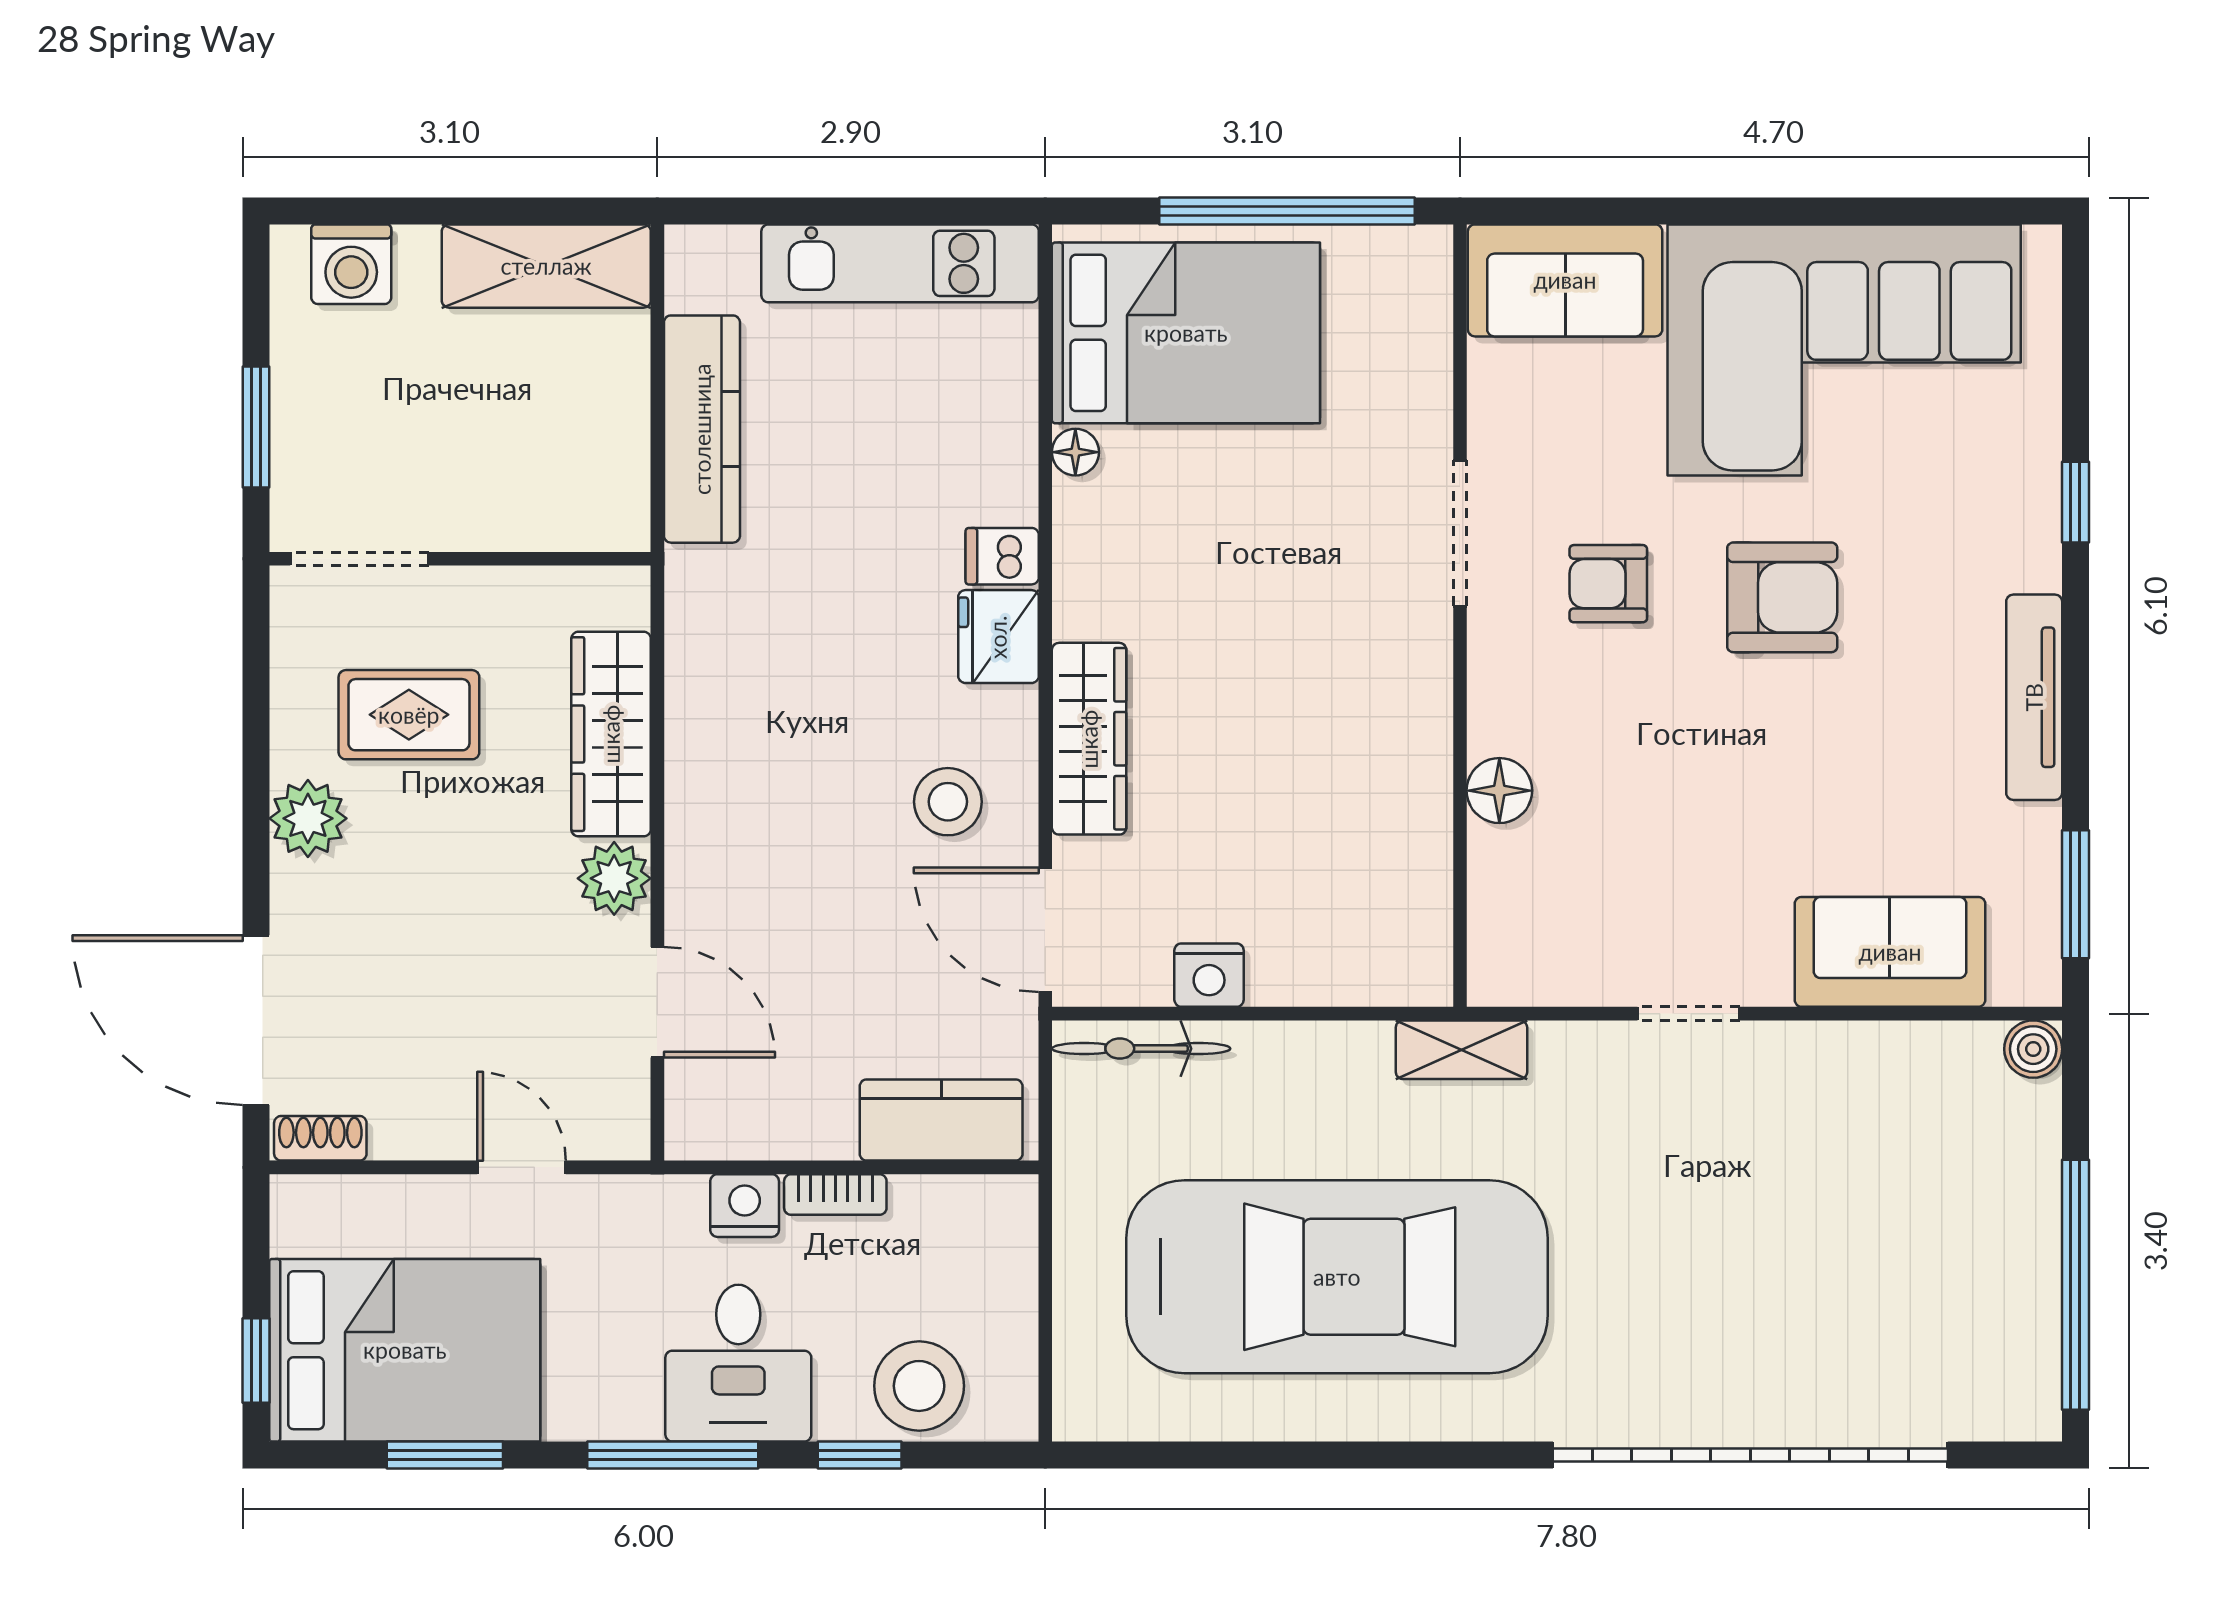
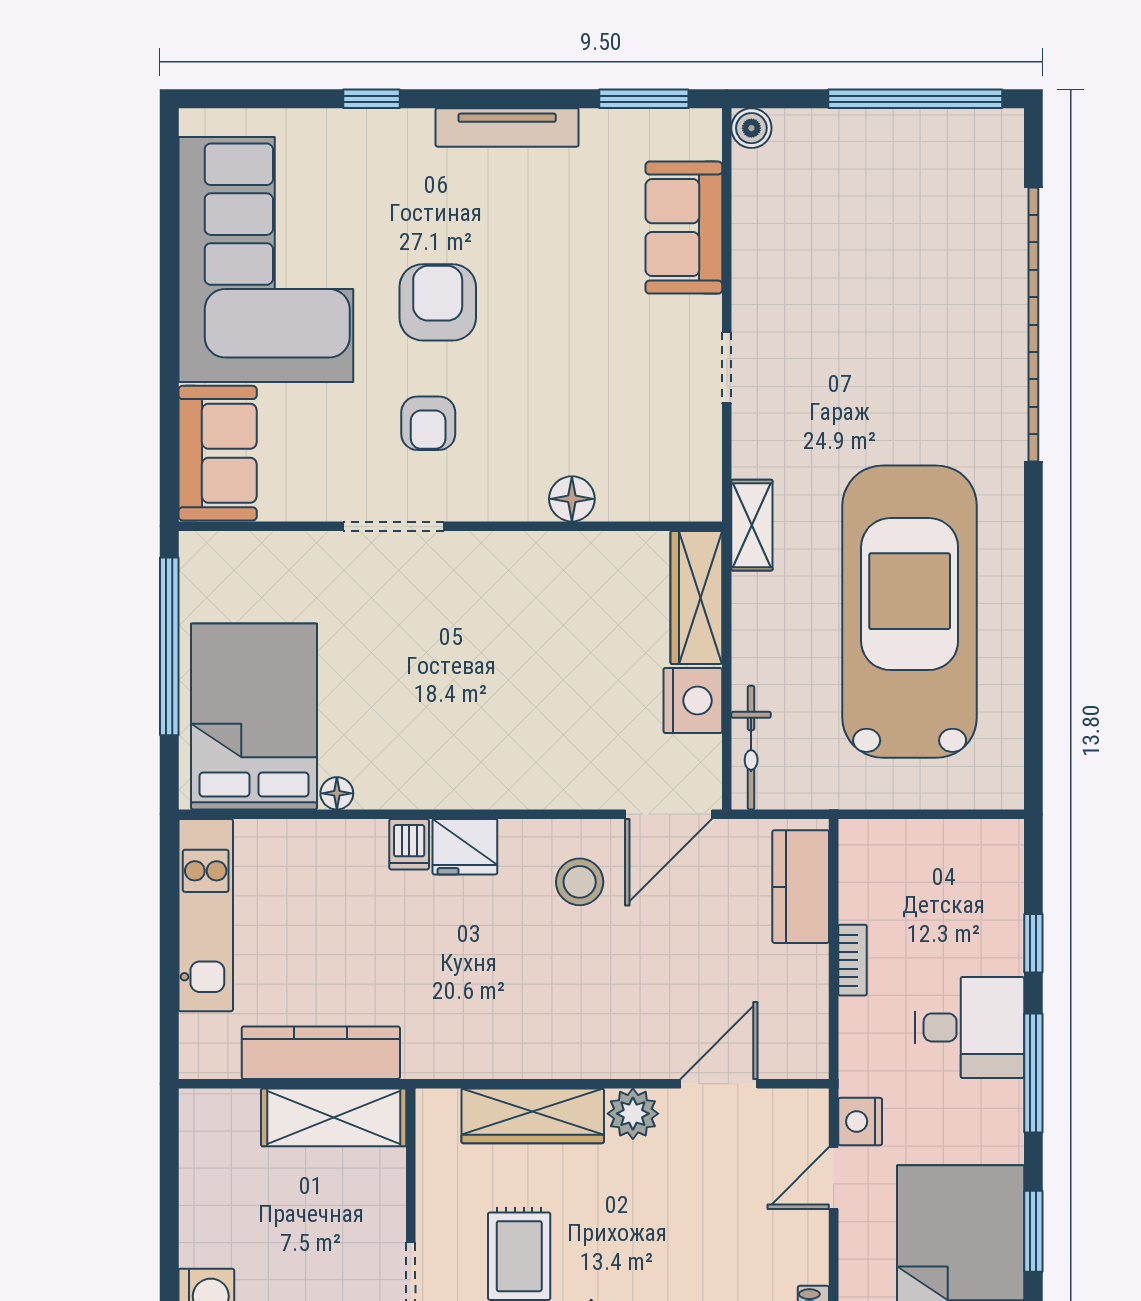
shelving: (546, 266) -> (334, 1117), moved, turned 90
wardrobe: (1089, 739) -> (696, 597), moved, turned -90
nightstand: (1209, 975) -> (693, 701), width x1.36, depth x1.33
nightstand: (745, 1206) -> (860, 1121), moved
stool: (919, 1386) -> (985, 902), removed

